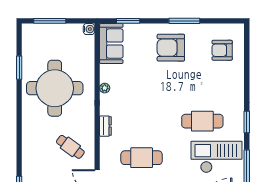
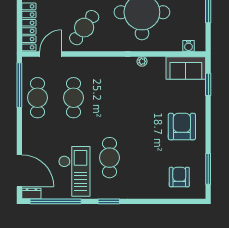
window: (184, 21) -> (208, 169), moved
water cooler: (89, 29) -> (188, 46), moved
dresser: (105, 126) -> (105, 62), removed
cafe table: (70, 147) -> (84, 28), width x1.37, depth x1.35

